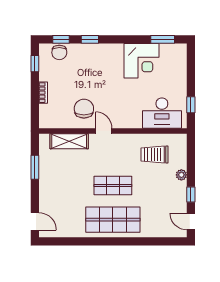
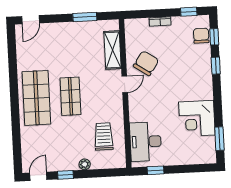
chair: (59, 52) -> (201, 36), turned 90
chair: (84, 109) -> (146, 63), turned -56

